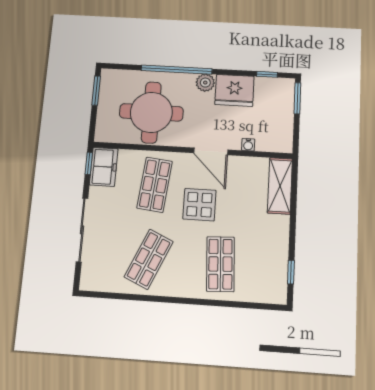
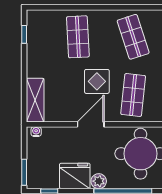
water cooler: (248, 145) -> (36, 132), moved
door: (211, 151) -> (91, 124), hinge flipped
shop shelf: (149, 259) -> (133, 37), turned -42

